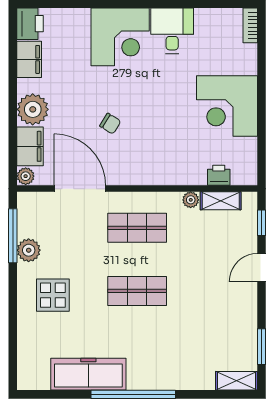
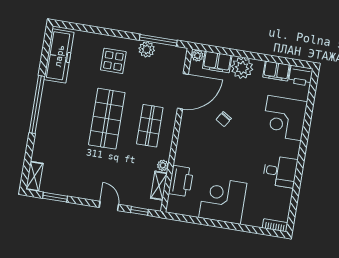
corner desk: (120, 37) -> (285, 118), moved
printer: (219, 175) -> (181, 181), width x1.87, depth x1.48
shop shelf: (137, 291) -> (107, 119), width x1.43, depth x1.36
freezer: (88, 374) -> (59, 56), moved

